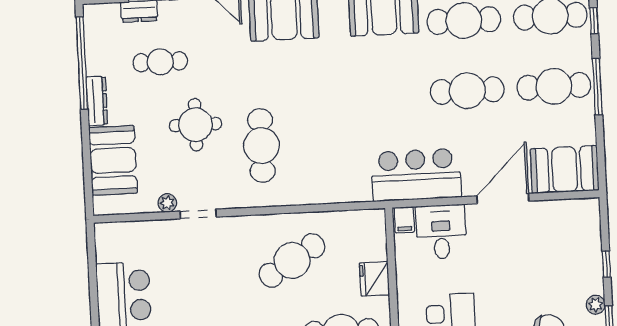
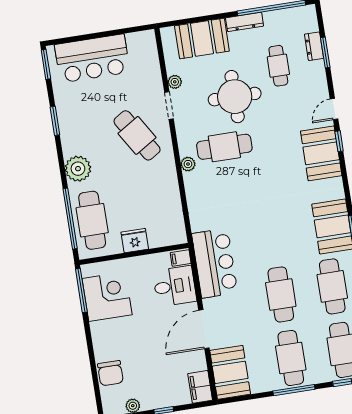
round table: (196, 125) -> (235, 97), width x1.36, depth x1.36
plant: (279, 197) -> (188, 164), added
door: (503, 199) -> (204, 329), swing flipped
filing cabinet: (580, 212) -> (200, 387), added
cafe table: (292, 260) -> (137, 135), moved

